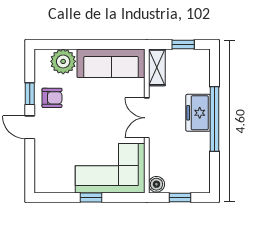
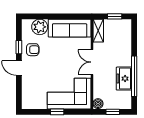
freezer: (198, 113) -> (124, 79), moved
window: (214, 119) -> (134, 76), moved

